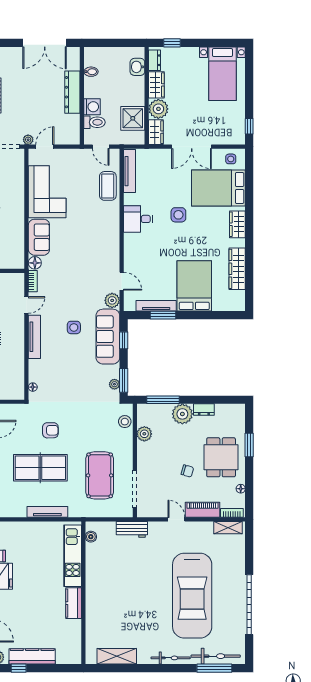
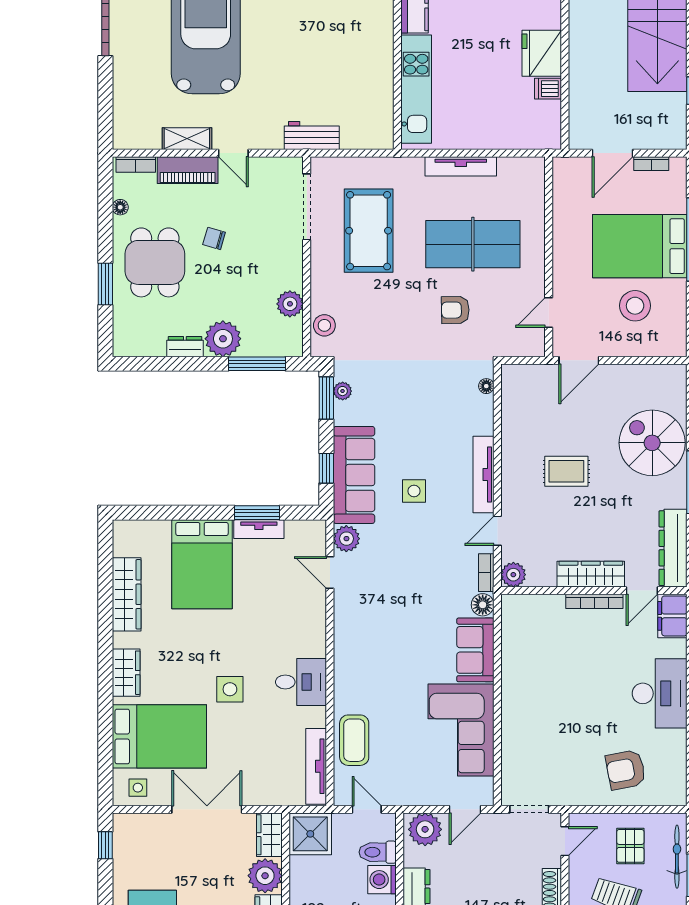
shower: (133, 118) -> (310, 834), moved
plant: (28, 140) -> (425, 829), moved, width x1.88, depth x1.88
plant: (17, 280) -> (513, 575), added
tv unit: (156, 306) -> (259, 529), width x0.71
shelving: (228, 528) -> (187, 139), moved
boiler: (91, 537) -> (384, 123), removed

